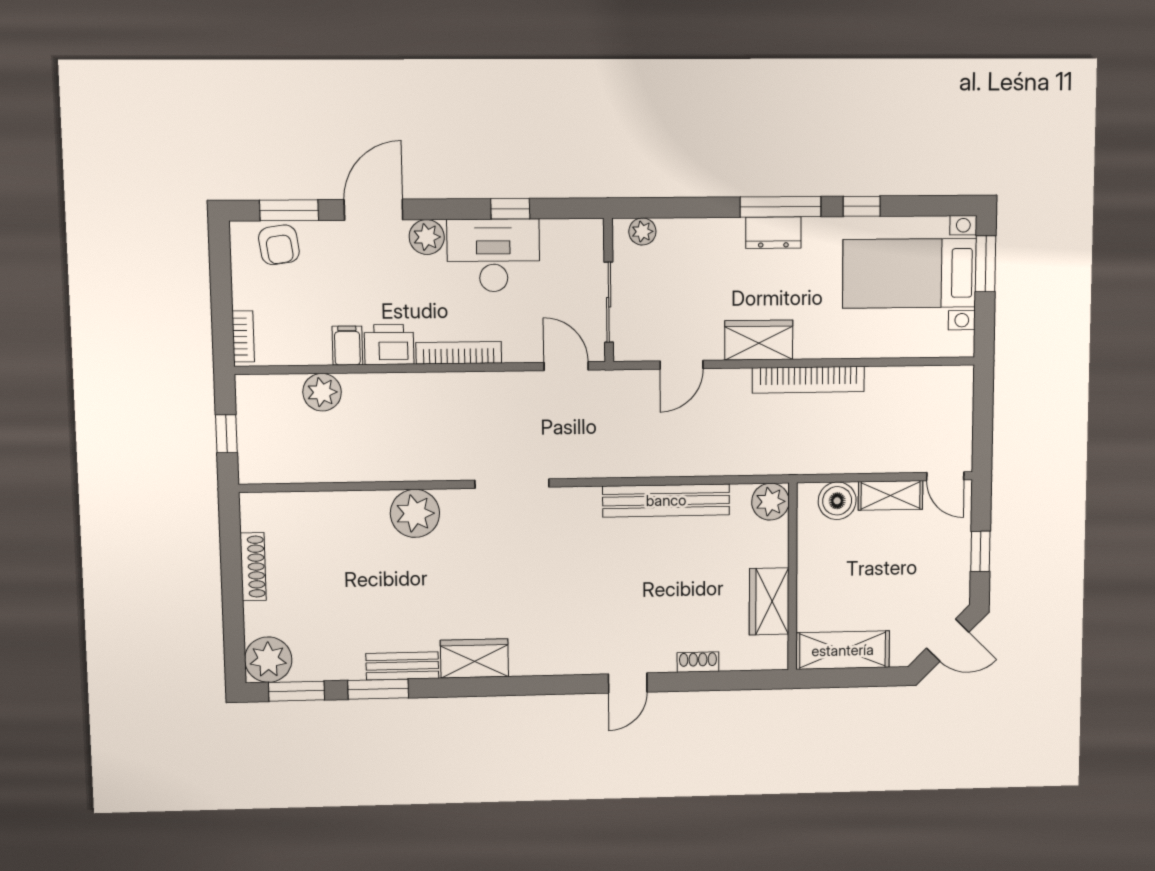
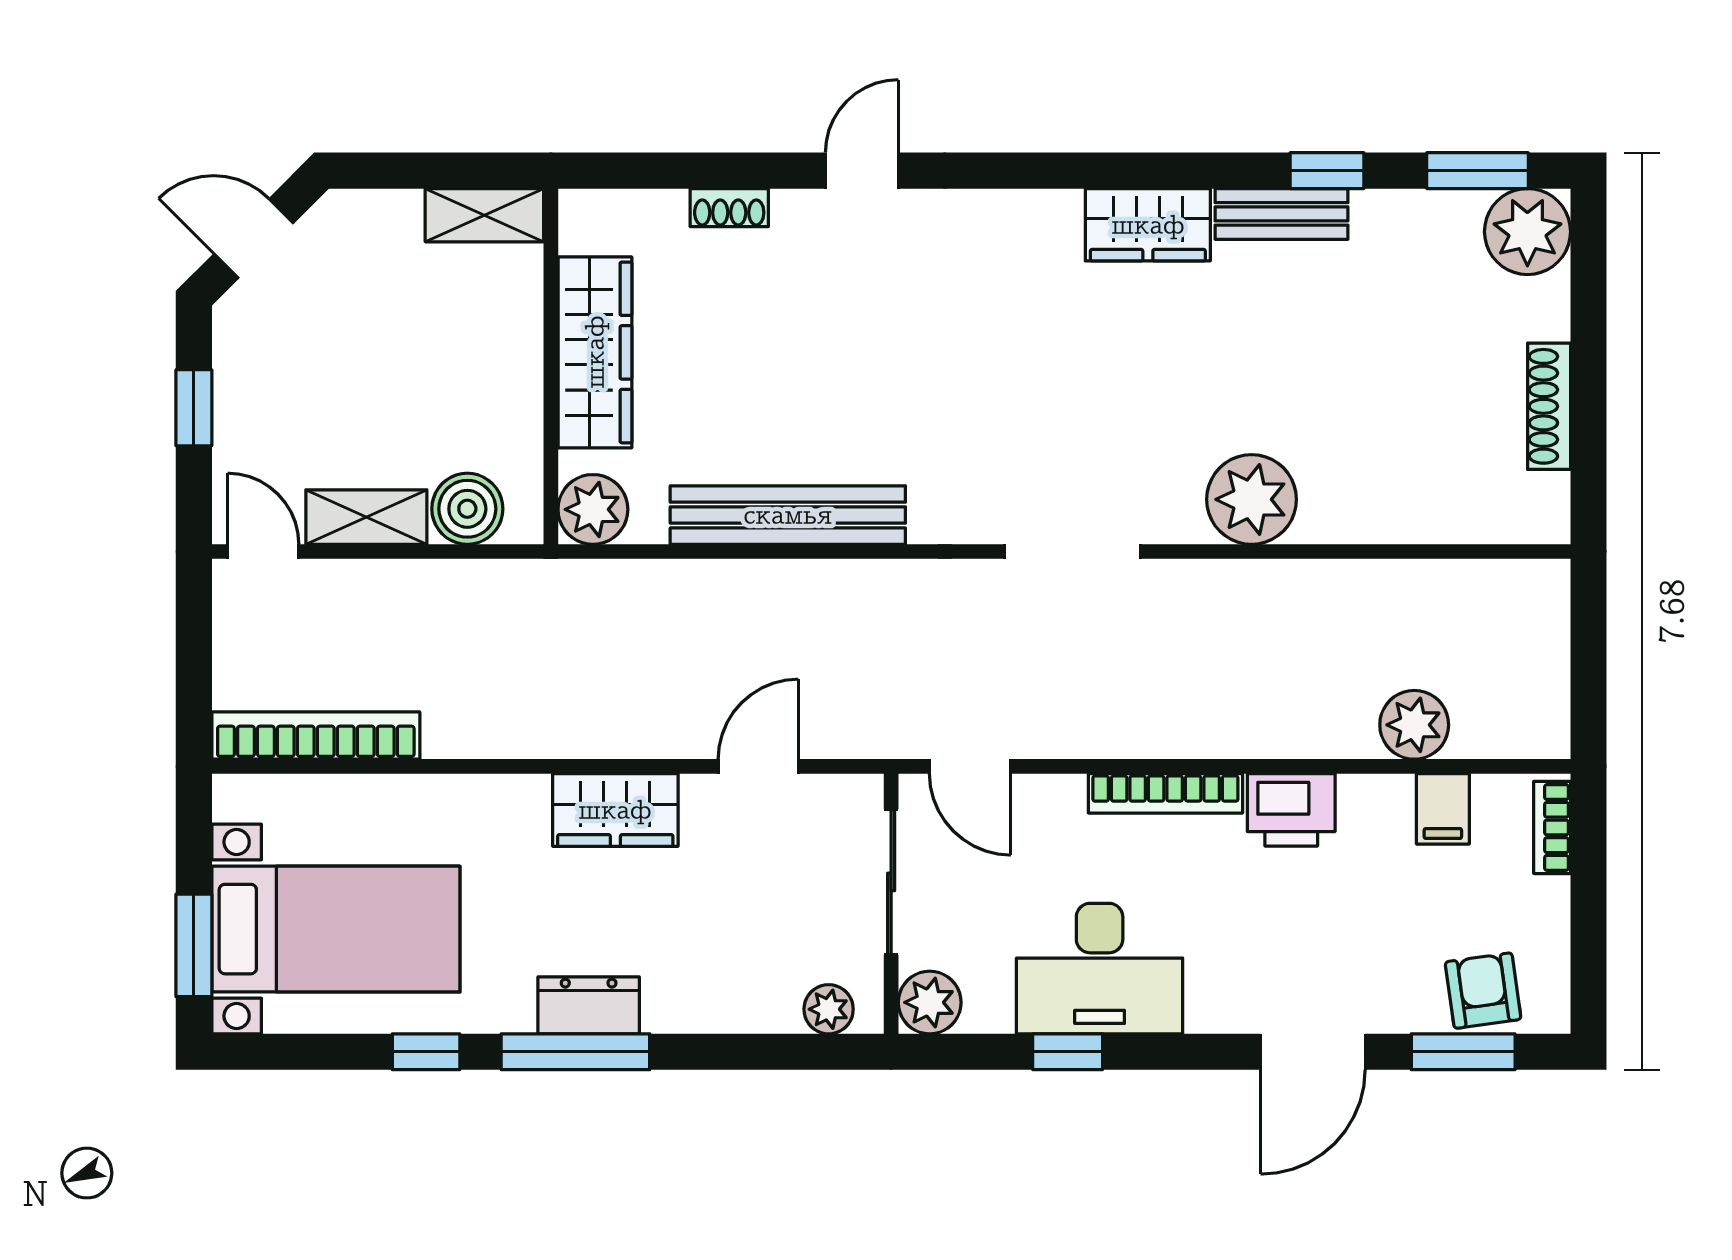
plant: (427, 237) -> (930, 1002), moved
filing cabinet: (347, 346) -> (1443, 809), moved
bookcase: (808, 380) -> (316, 736), moved
window: (226, 434) -> (1588, 652), removed
wardrobe: (769, 601) -> (595, 352), width x1.50
shelving: (843, 650) -> (484, 215), width x0.67, depth x0.75
window: (378, 689) -> (1327, 171), width x0.67

